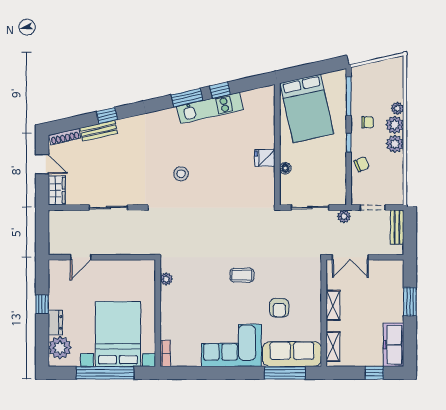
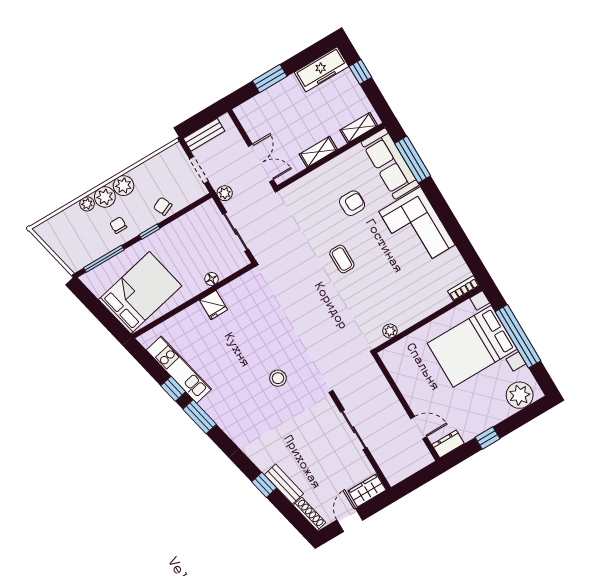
kitchen unit: (210, 108) -> (179, 370), moved
dresser: (55, 322) -> (448, 444), moved

